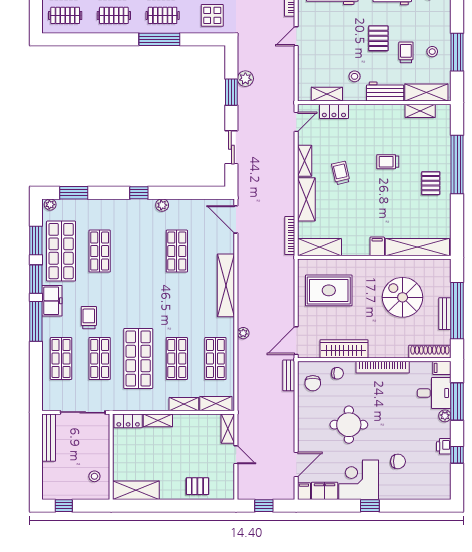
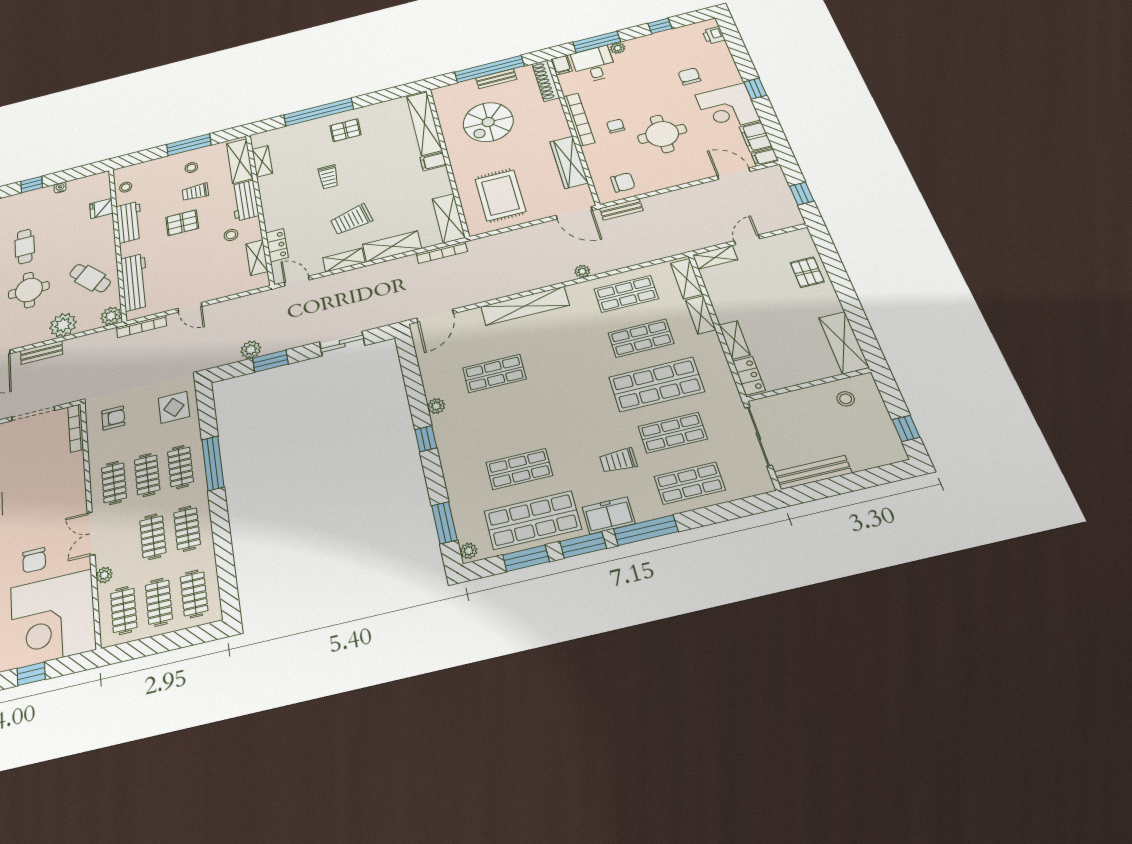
trolley: (341, 173) -> (351, 220), width x1.36, depth x1.39
chair: (337, 373) -> (616, 126), moved
printer: (444, 446) -> (714, 35), moved, turned 90

